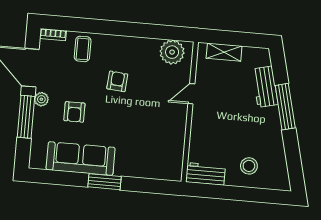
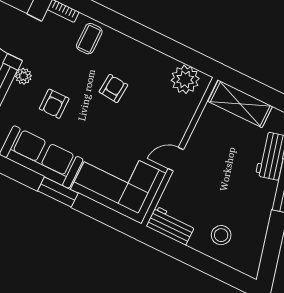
shelving: (224, 52) -> (240, 104), width x1.50, depth x1.33
door: (191, 94) -> (176, 159), moved
corner sofa: (150, 155) -> (118, 181), added

